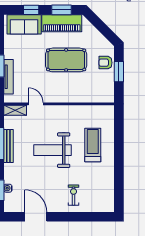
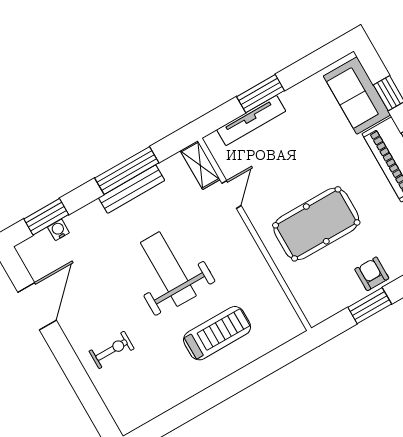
pool table: (66, 60) -> (316, 224), moved, turned 90

